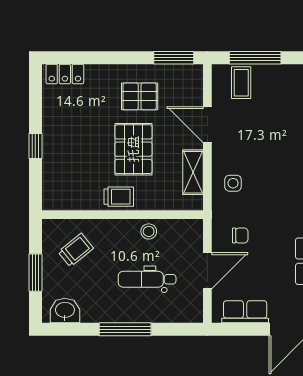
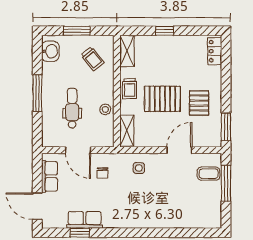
shelving: (193, 172) -> (127, 131), moved, turned 90
shelving: (65, 200) -> (127, 51), added

